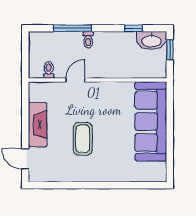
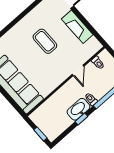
window: (134, 28) -> (81, 119), moved
washbasin: (152, 41) -> (78, 109), moved

